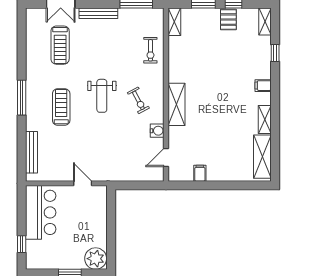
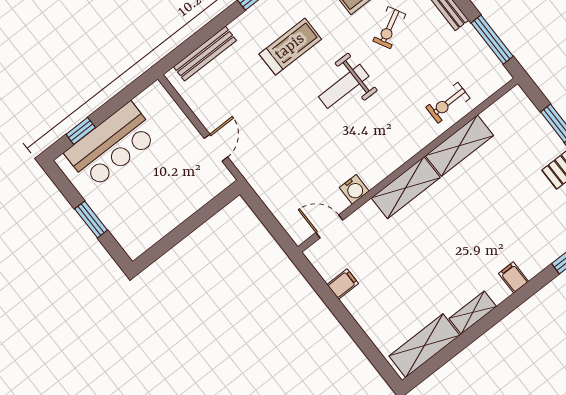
shelving: (174, 22) -> (459, 146), moved, width x1.50, depth x1.33
exercise bike: (138, 100) -> (389, 28), moved
bar counter: (41, 212) -> (111, 145), moved
plant: (96, 259) -> (135, 237), removed

